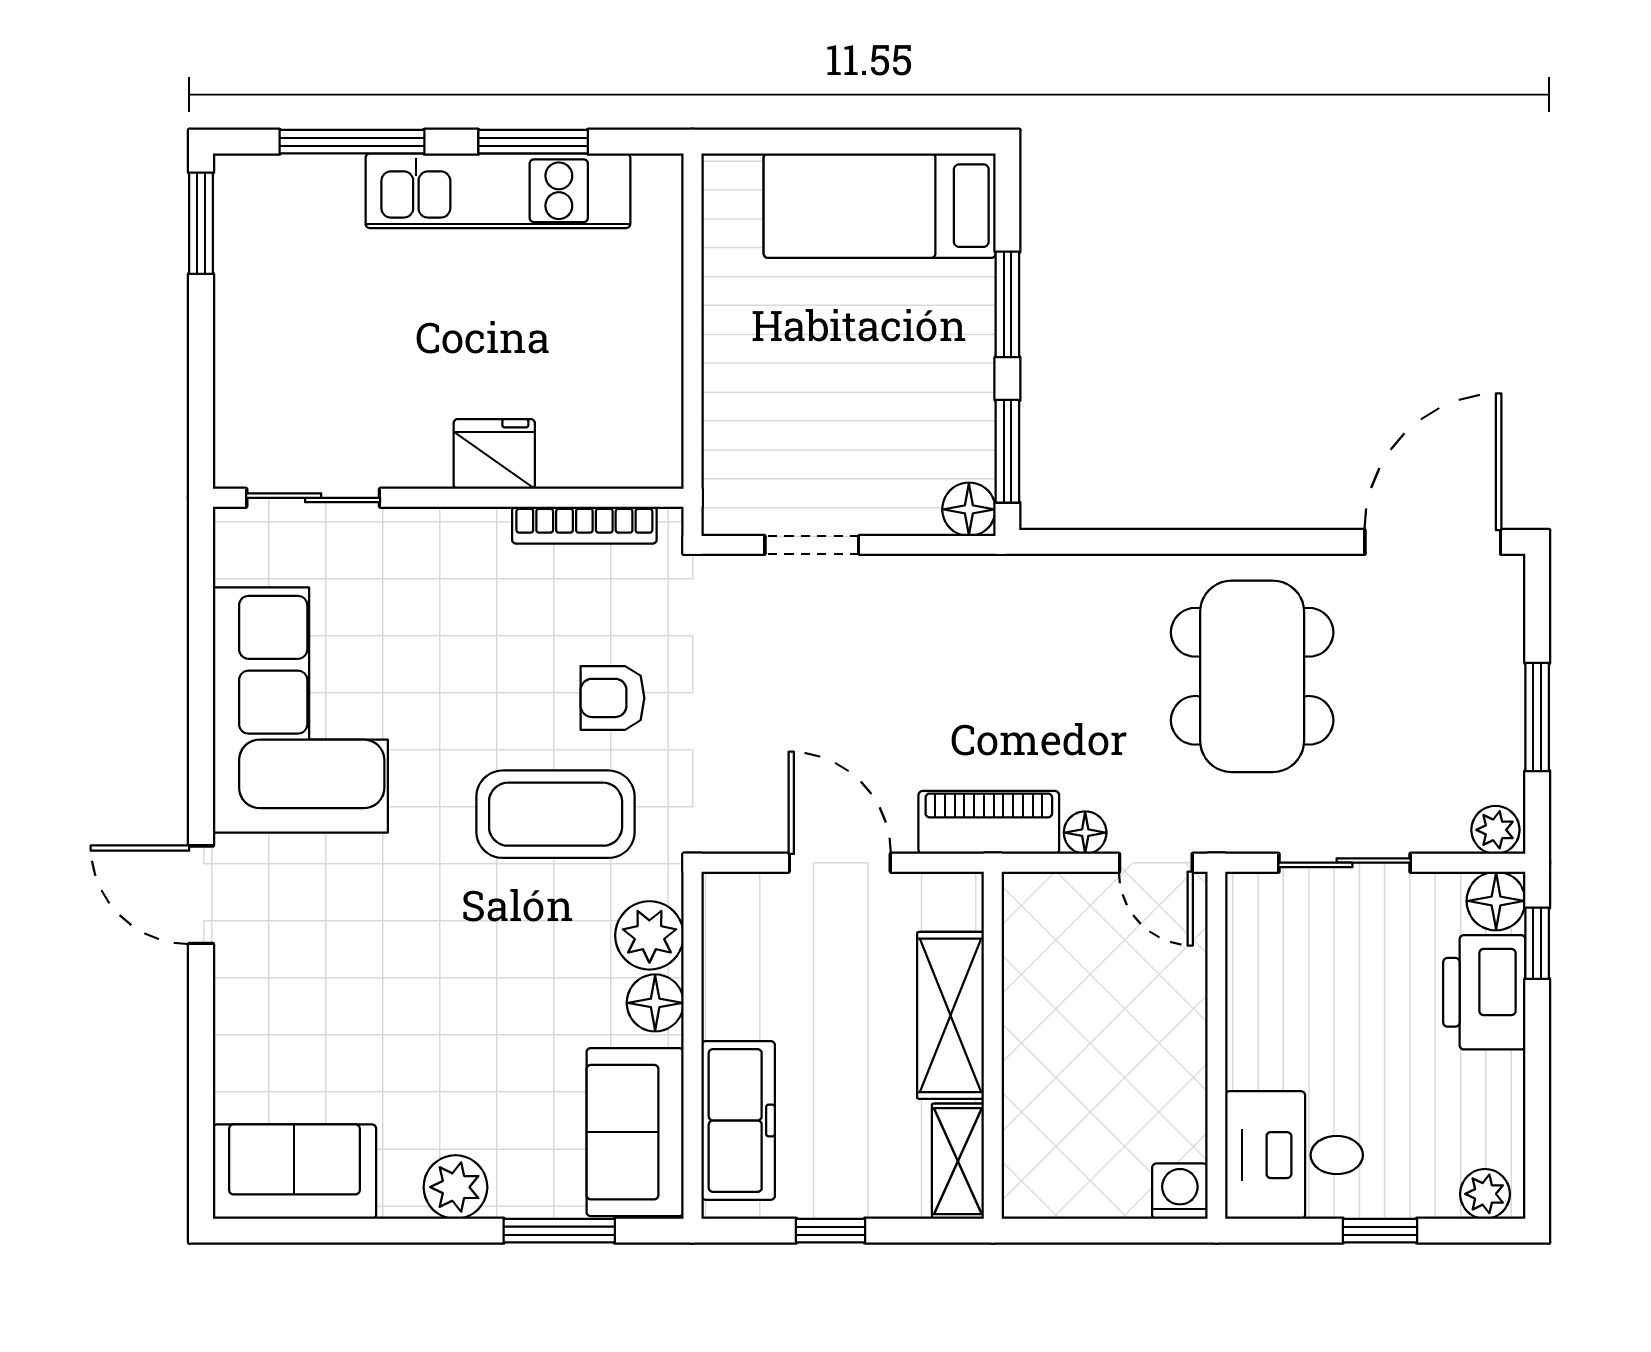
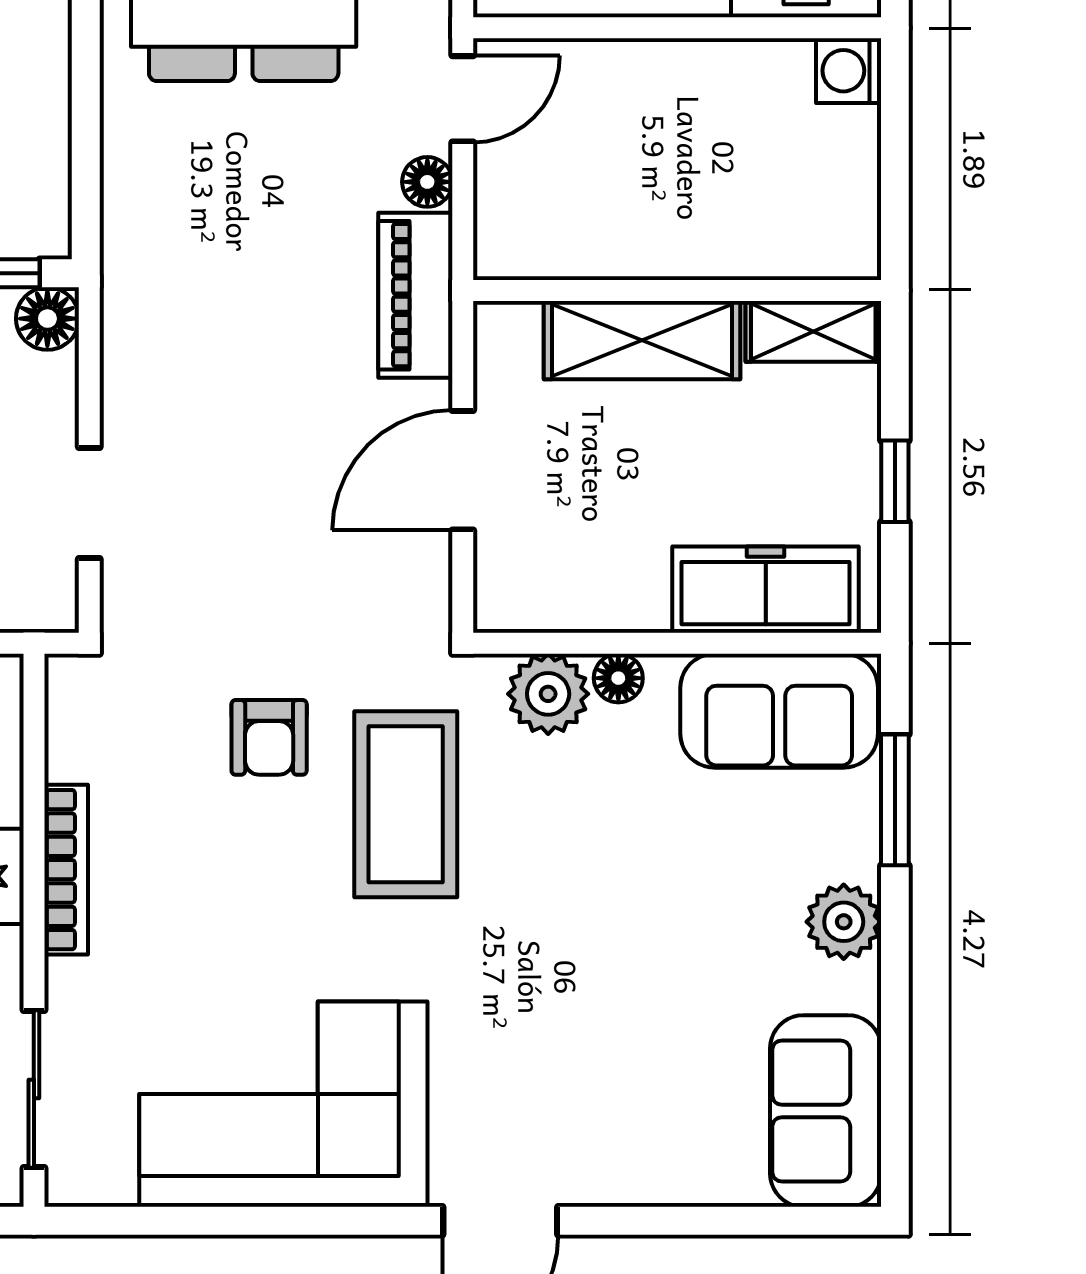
bookcase: (584, 525) -> (66, 870), moved
floor lamp: (655, 1003) -> (618, 678), width x0.73, depth x0.73

